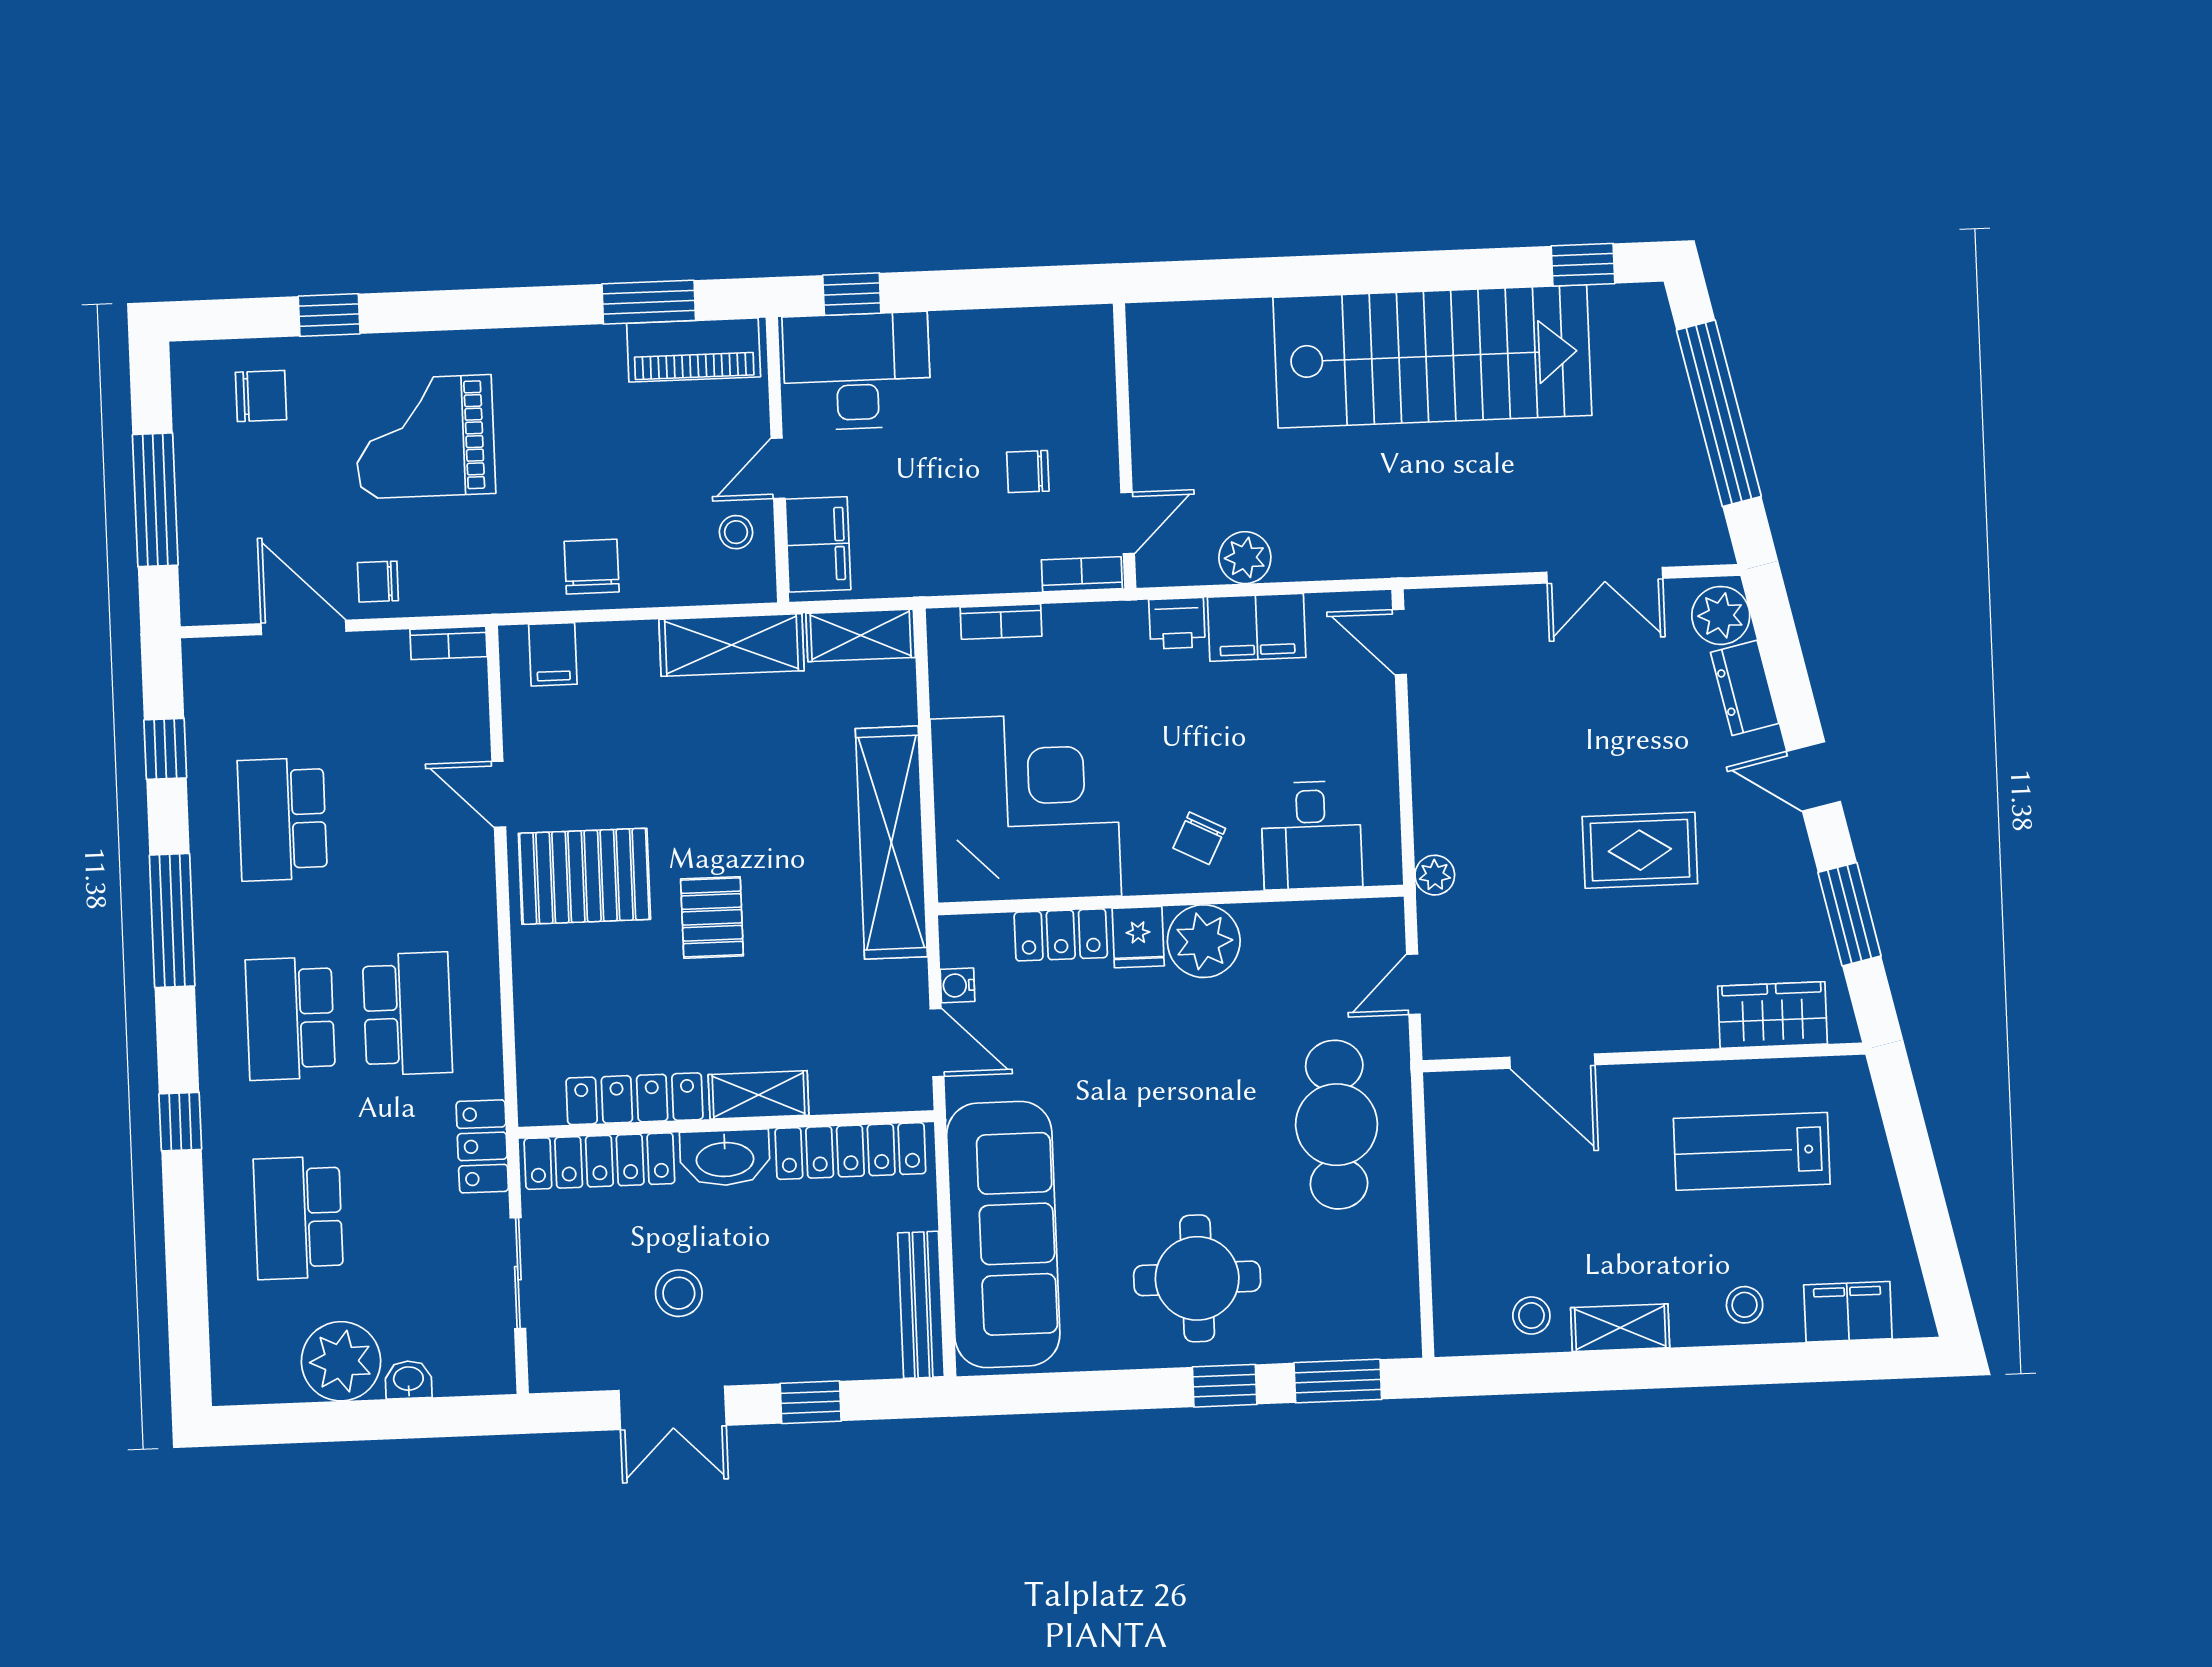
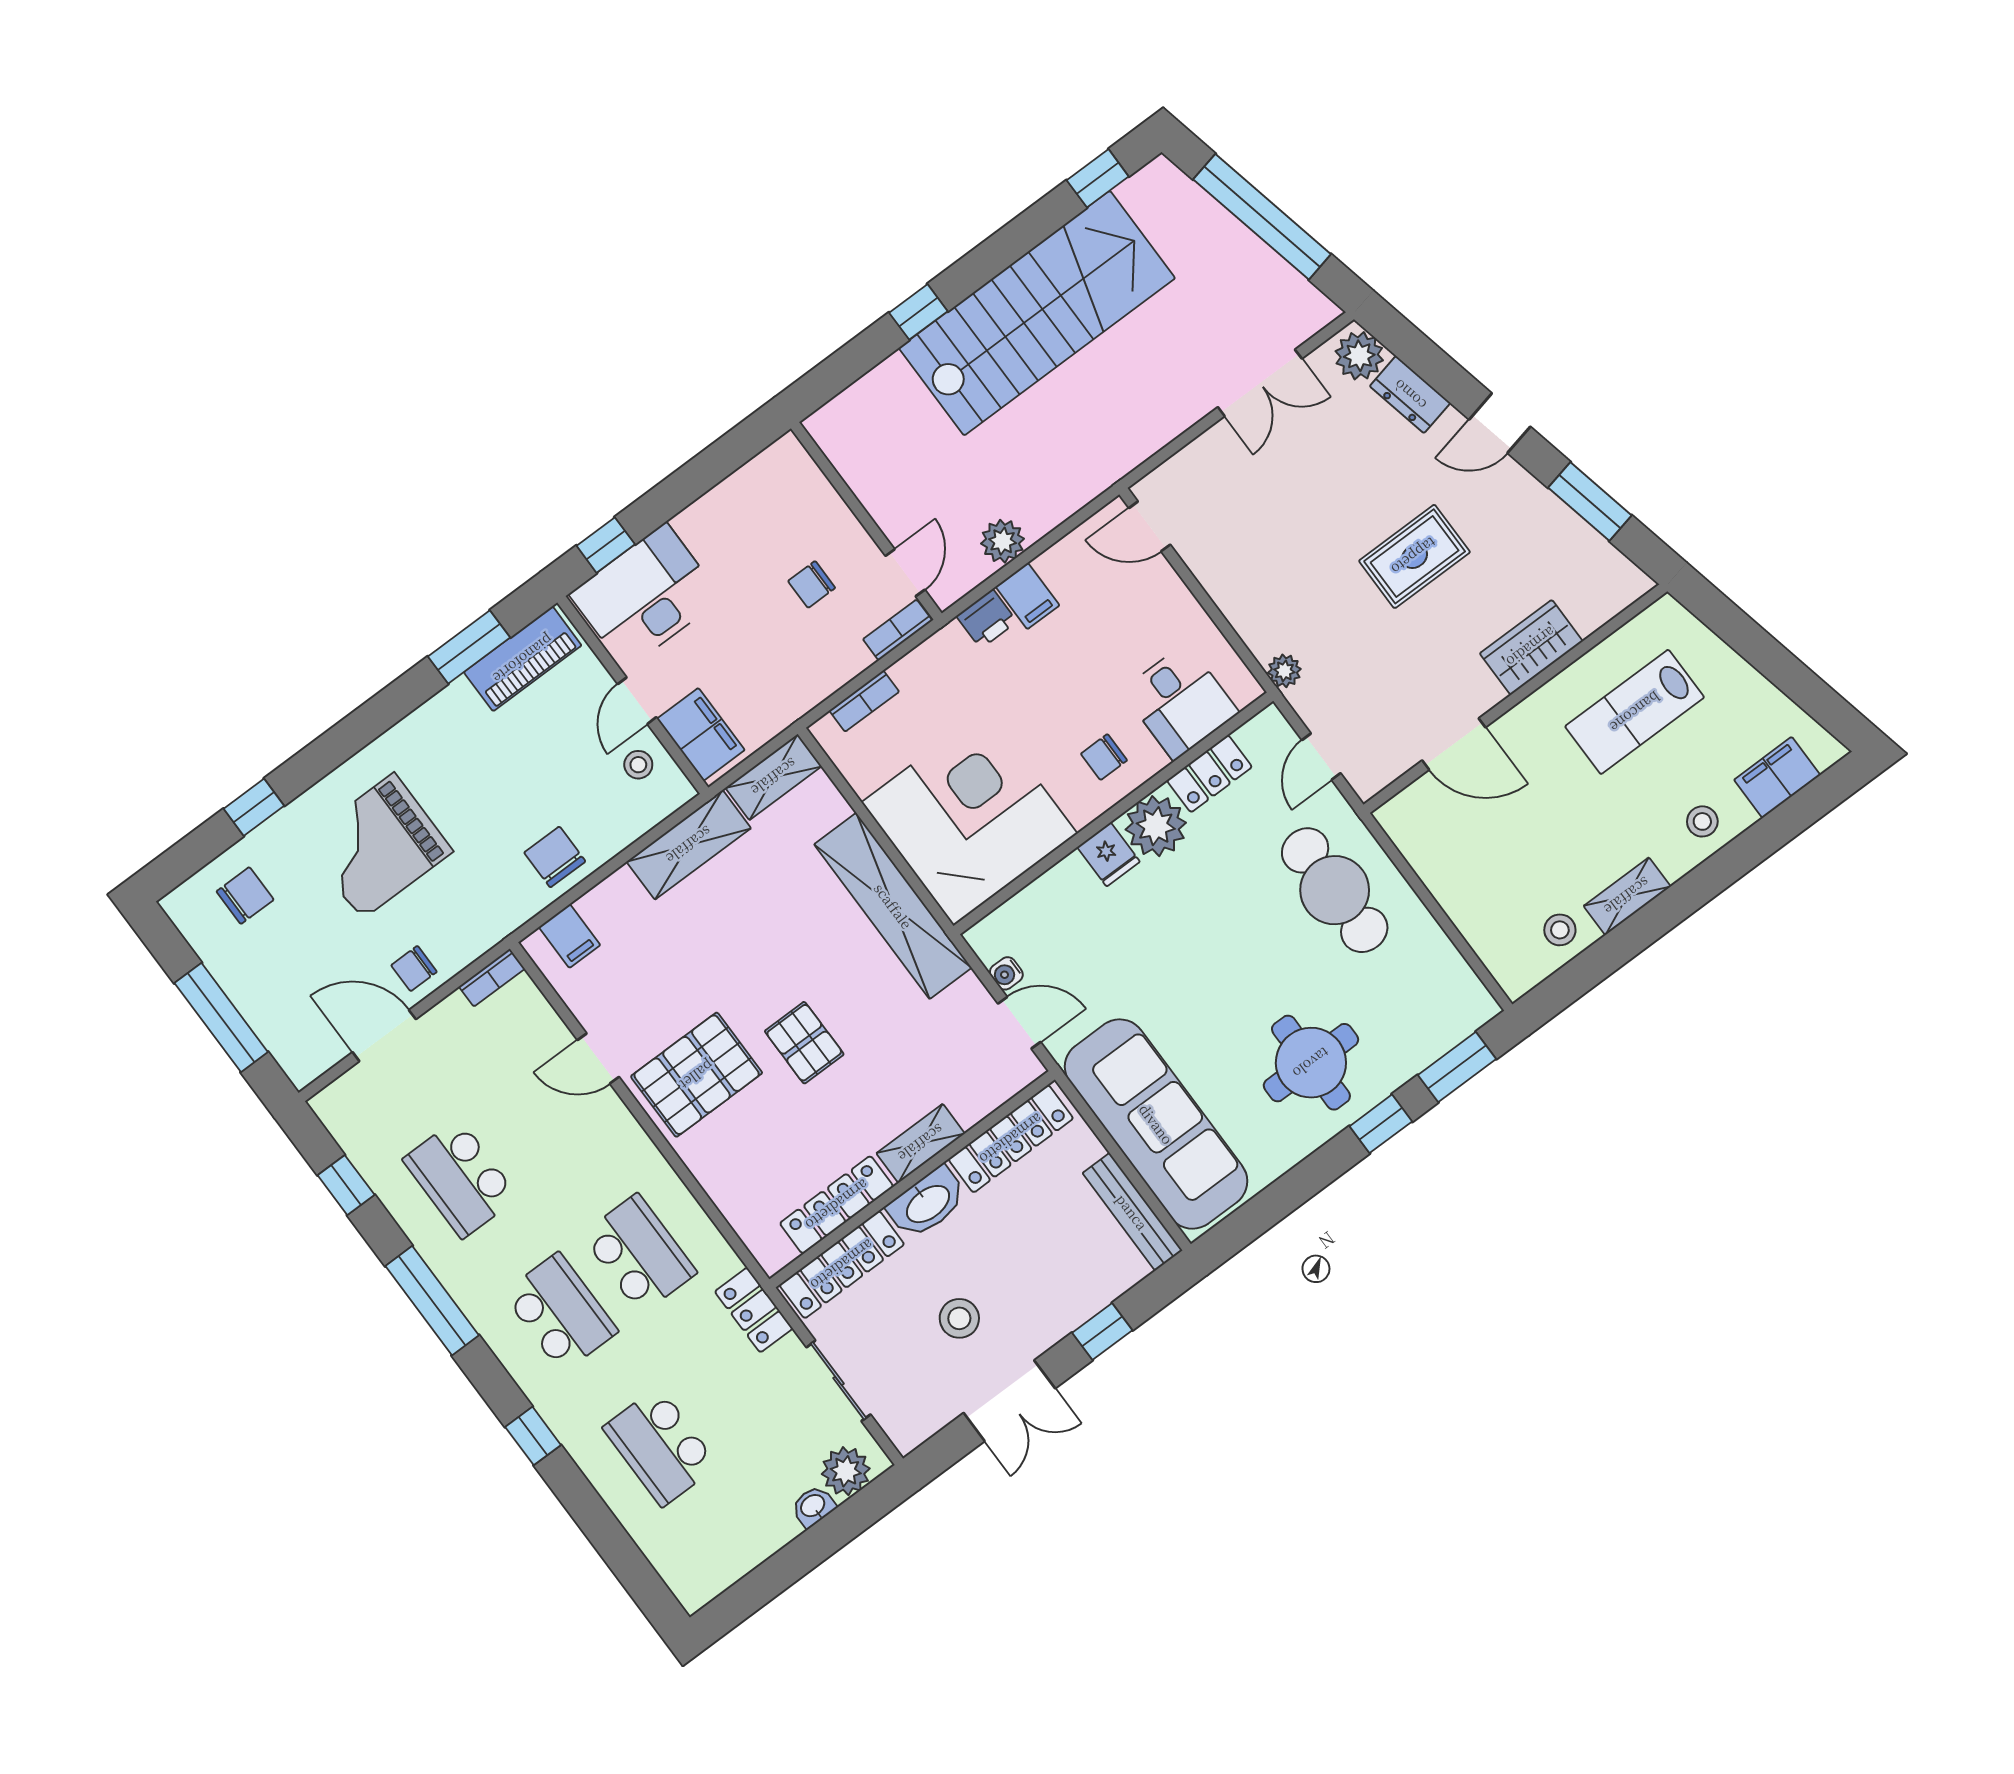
window: (1317, 275) -> (918, 312), added
filing cabinet: (1257, 627) -> (1028, 596), width x0.50
chair: (1199, 838) -> (1104, 757), turned 63
locker: (1061, 935) -> (1209, 774), moved
wardrobe: (1772, 1015) -> (1531, 647), moved
school desk: (290, 1019) -> (560, 1312), turned 180
plant: (341, 1361) -> (846, 1471), moved, width x0.73, depth x0.73

